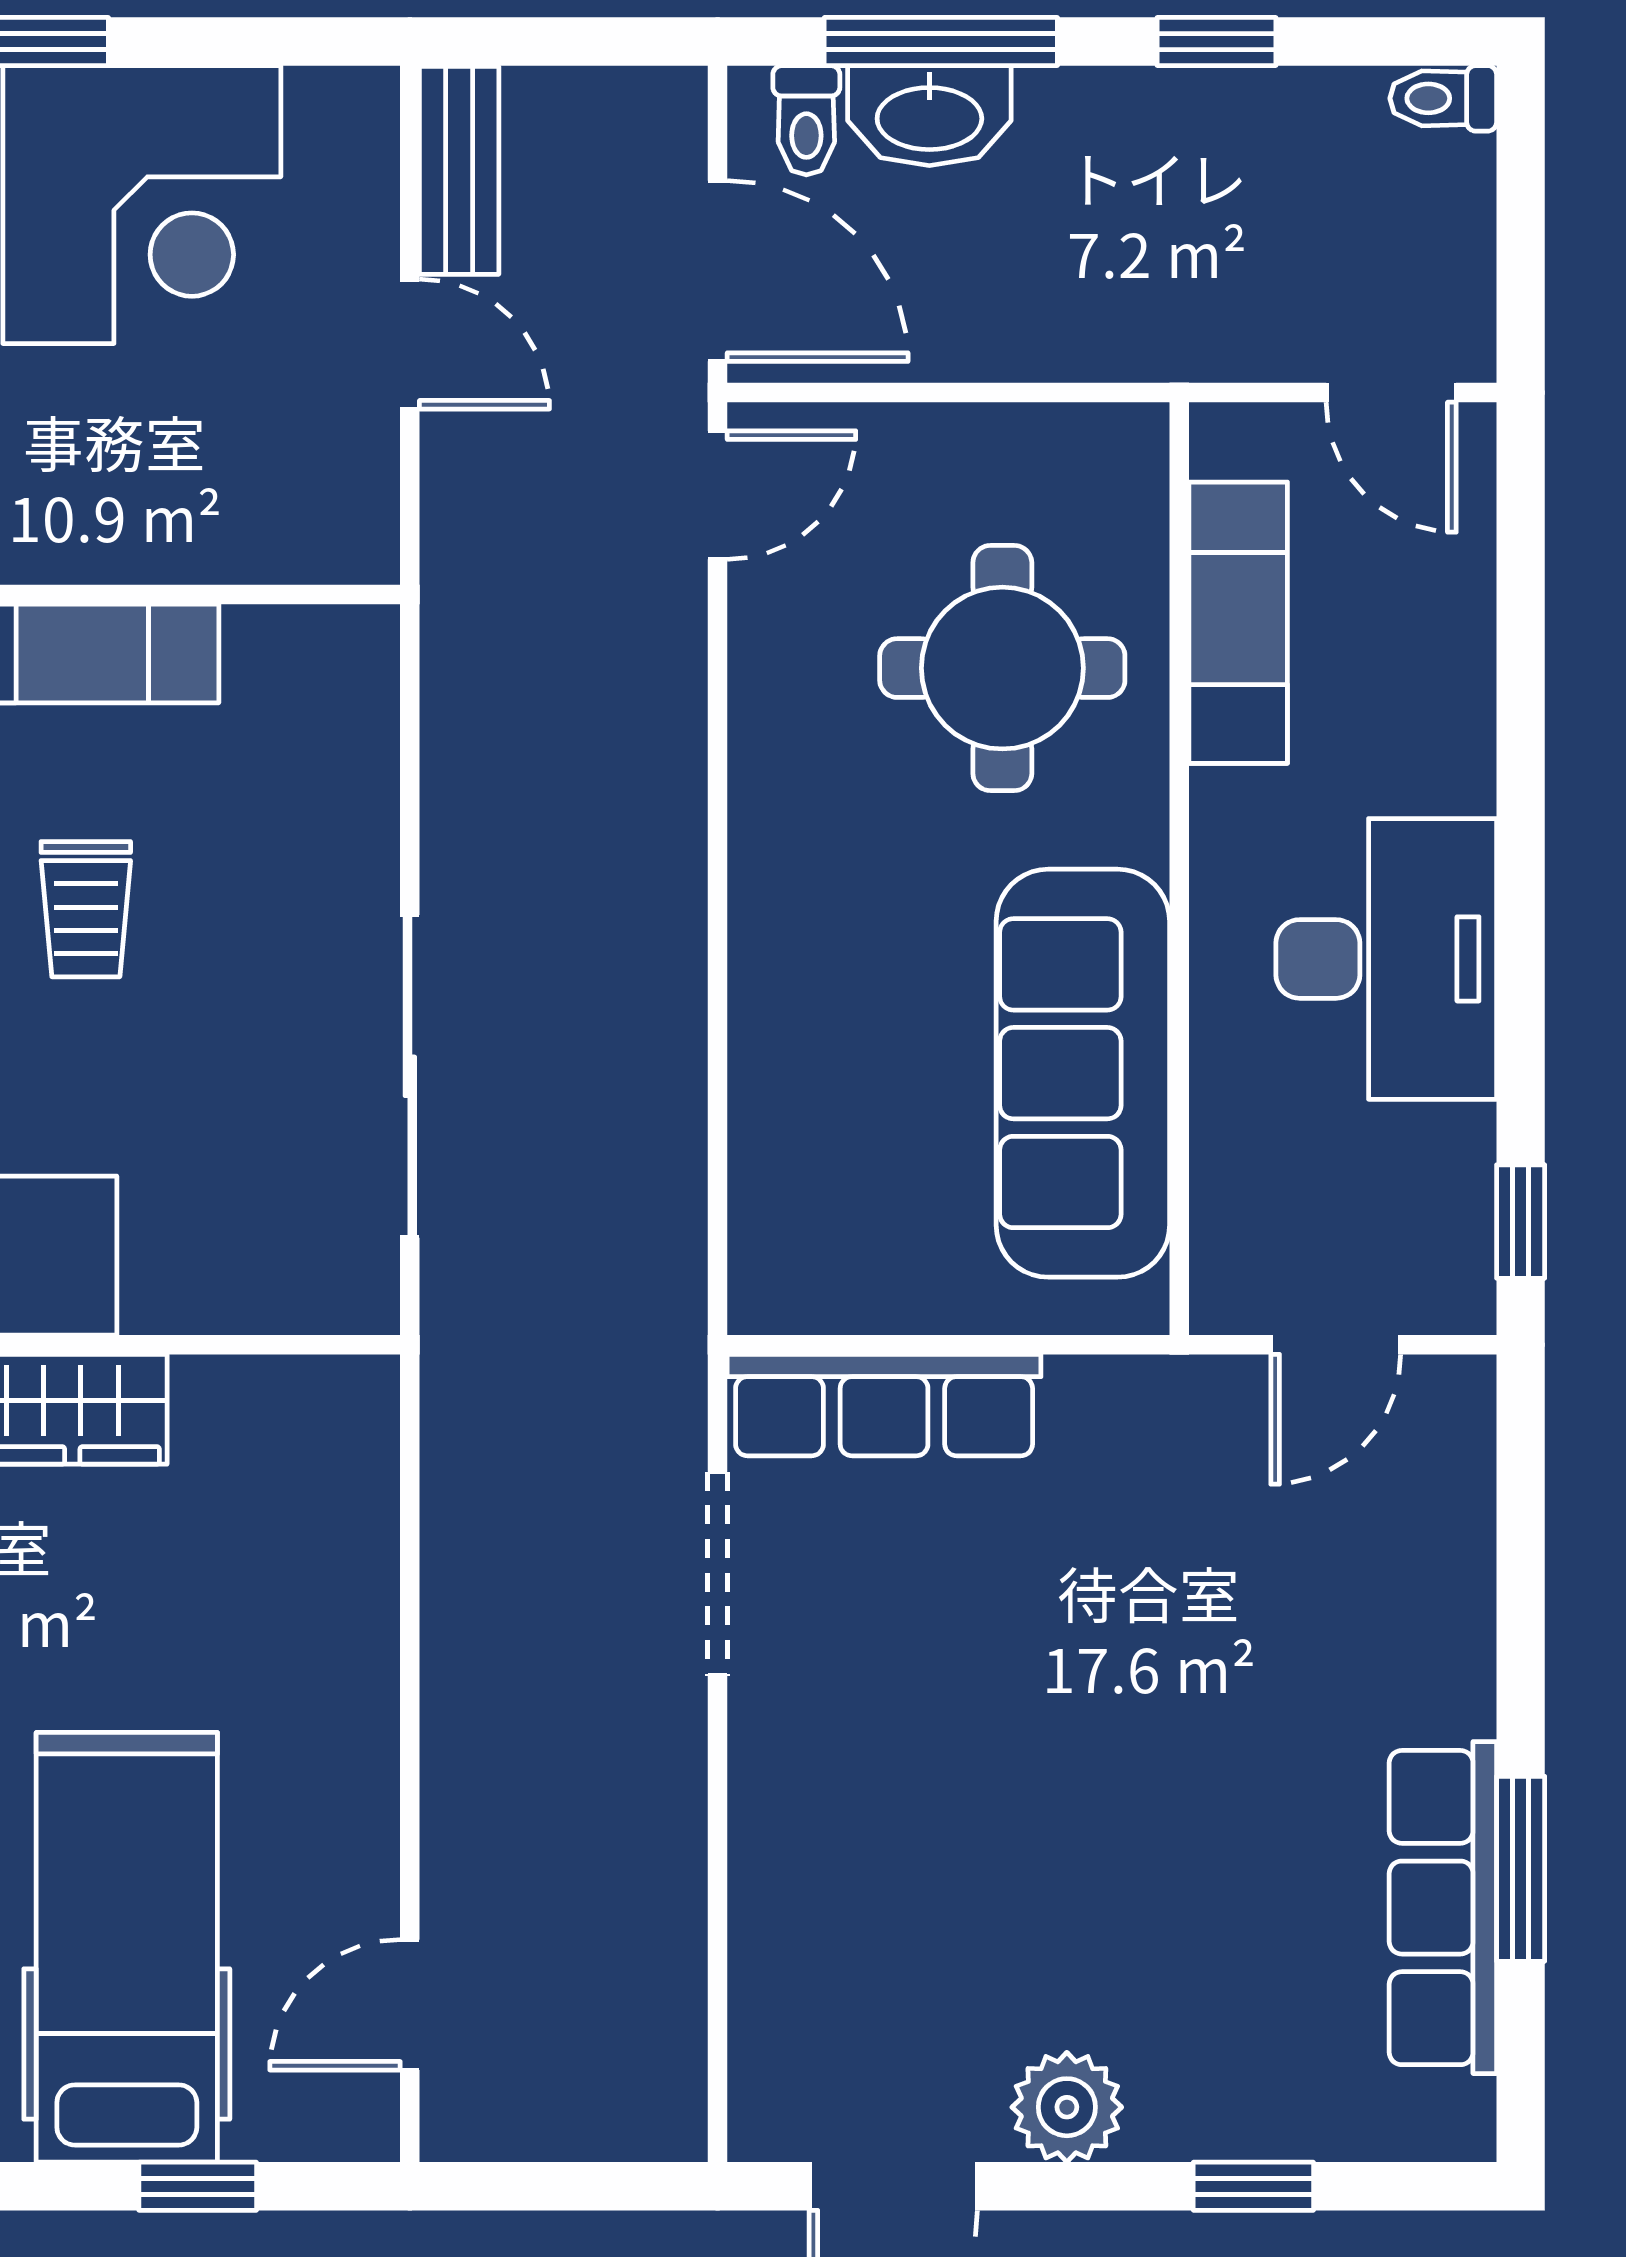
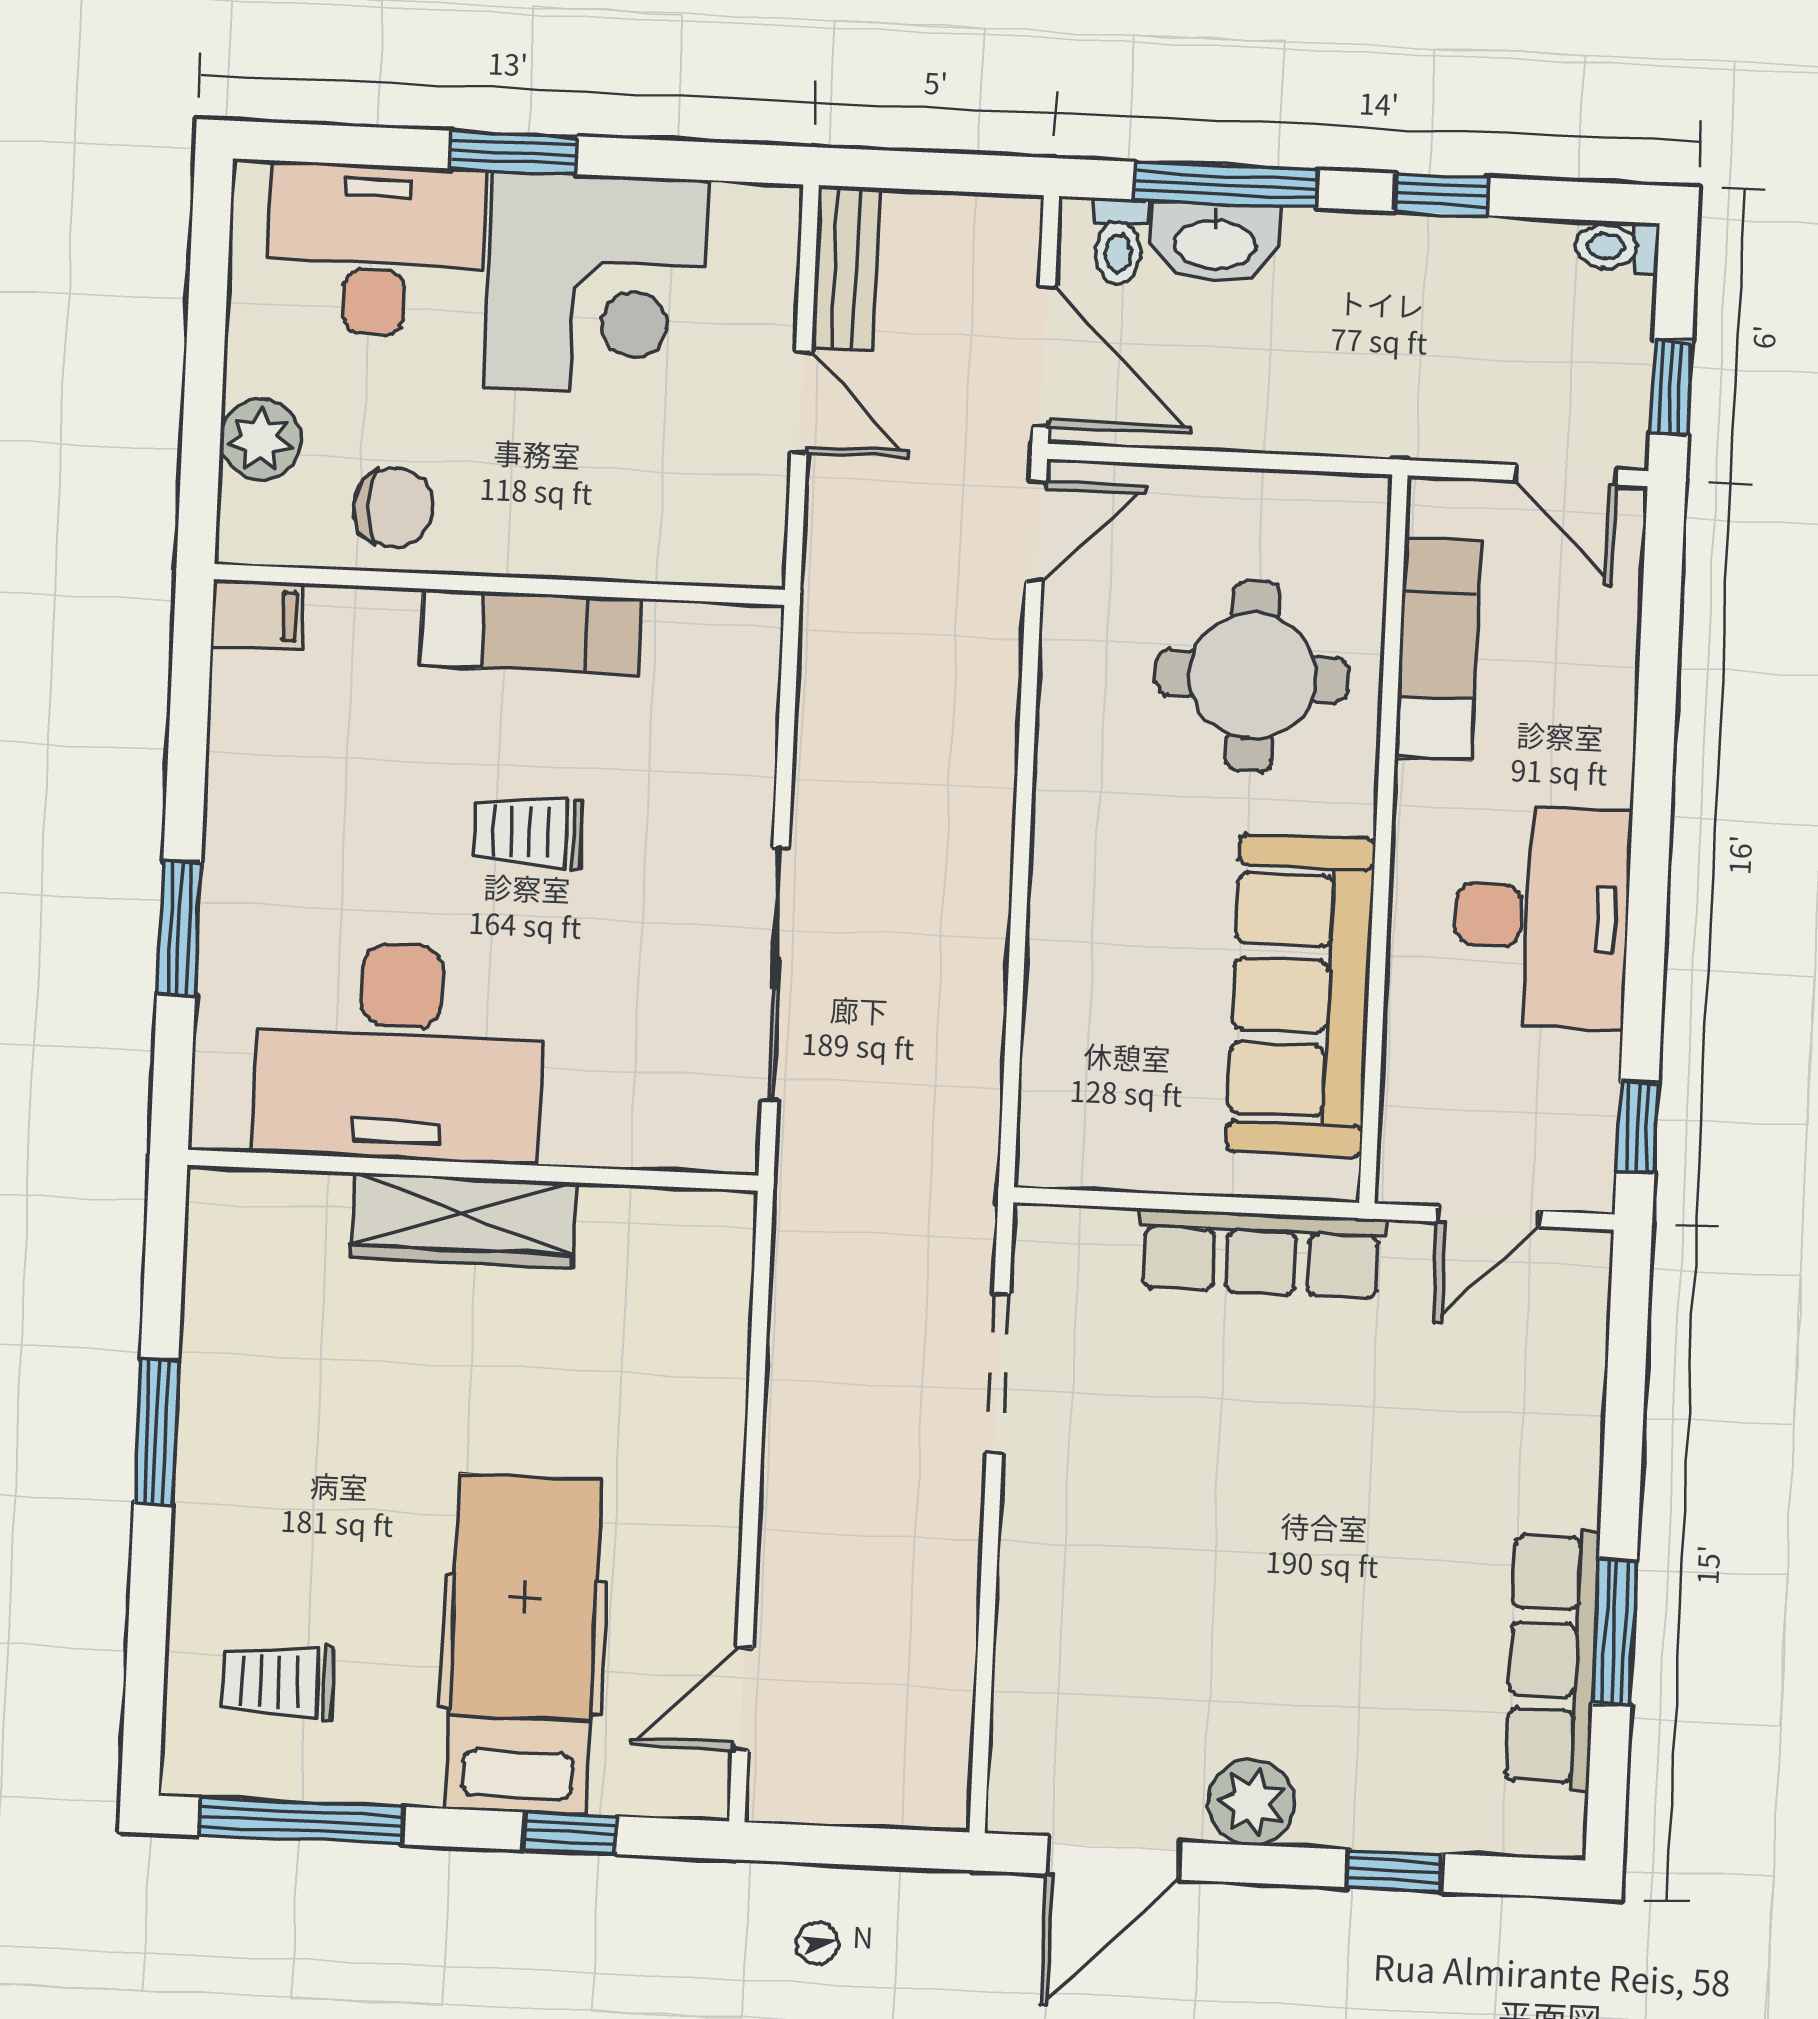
window: (1521, 274) -> (1671, 387), added
trolley: (86, 909) -> (528, 832), turned 90
row of seats: (884, 1405) -> (1261, 1253), moved

